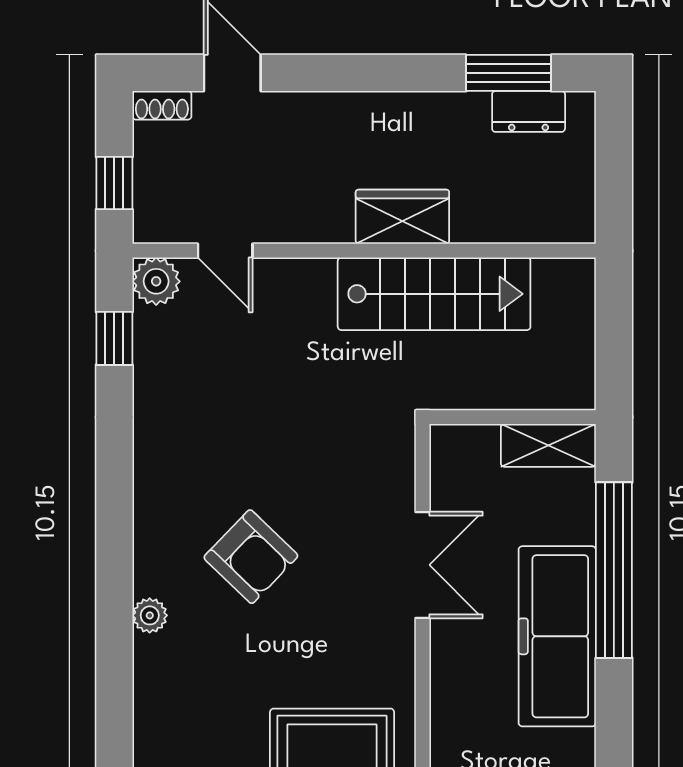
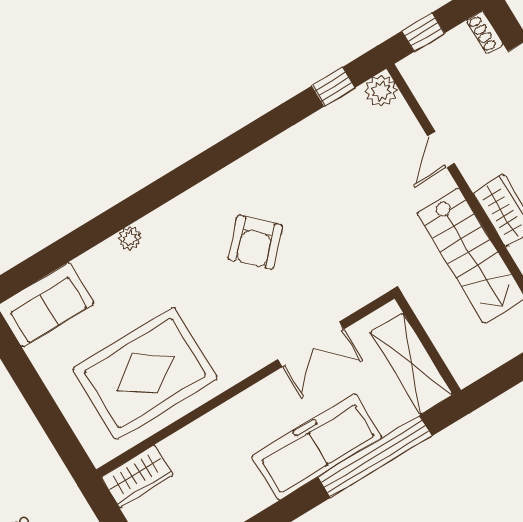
door: (225, 251) -> (441, 150), moved
shelving: (548, 445) -> (411, 364), width x1.50, depth x1.33
plant: (150, 615) -> (130, 238), moved

